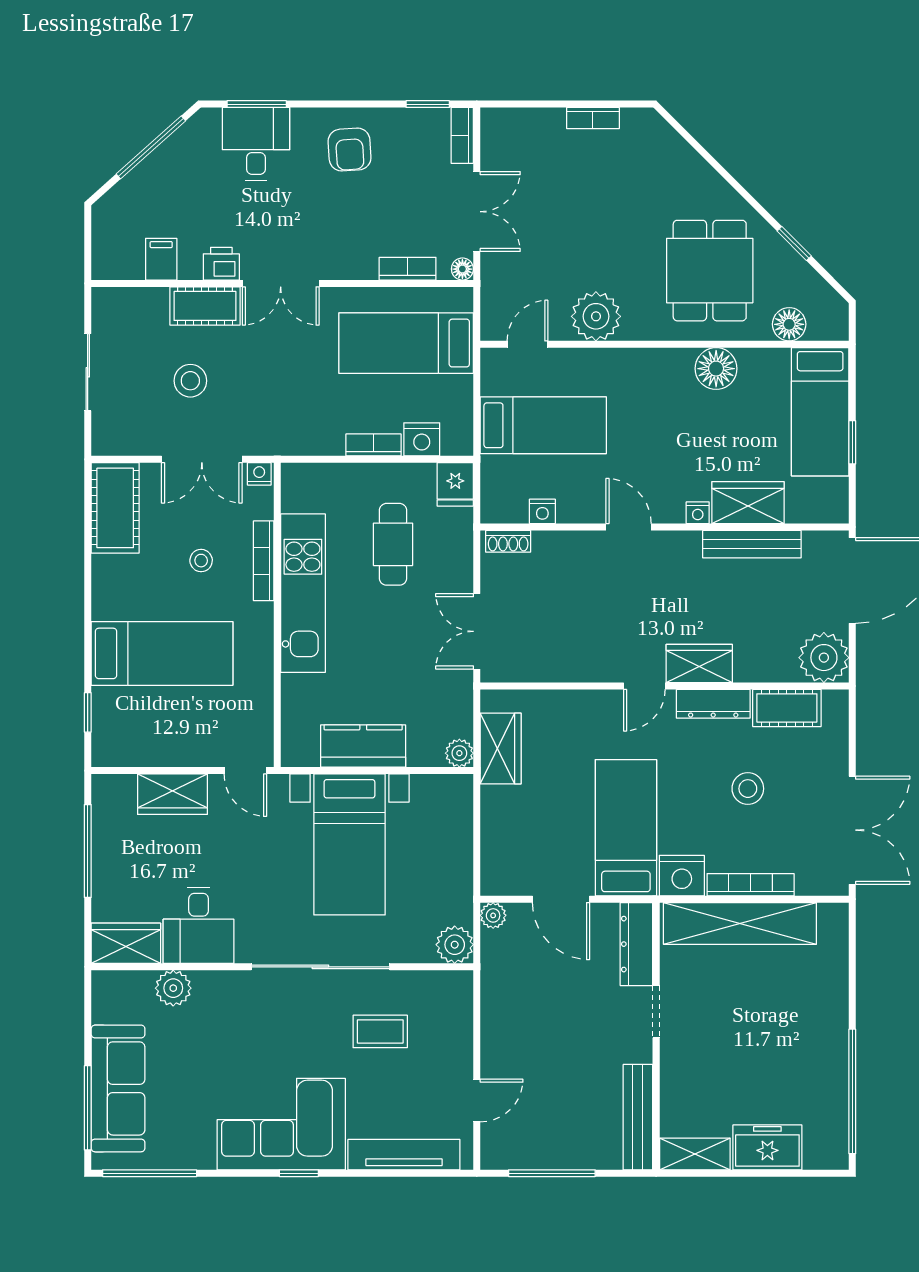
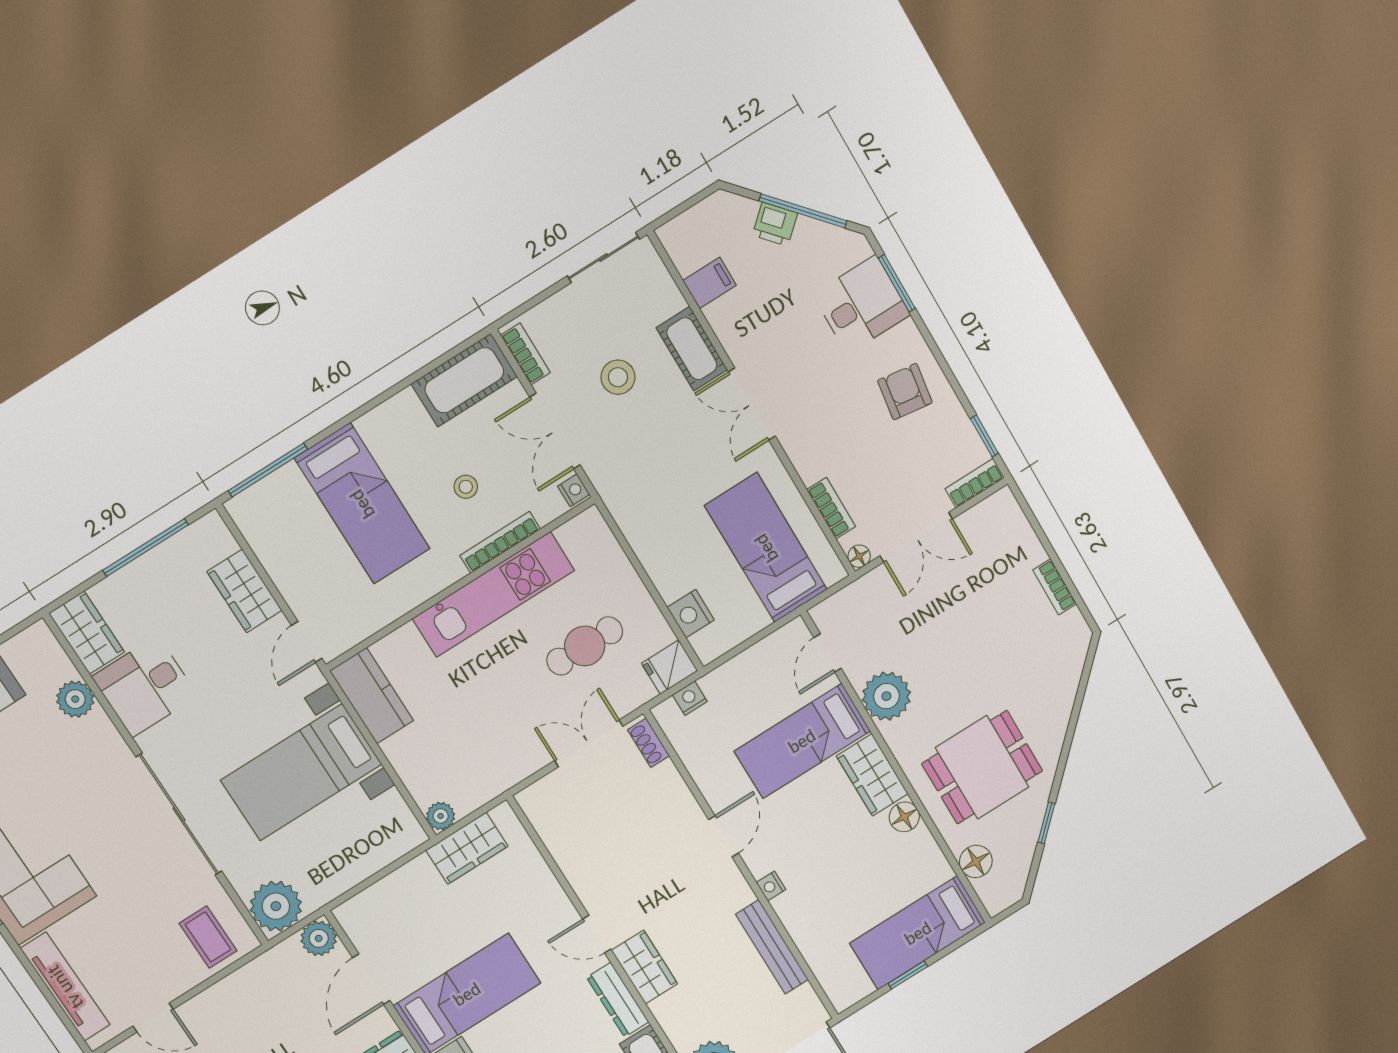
armchair: (350, 150) -> (905, 392), turned 102
printer: (221, 264) -> (775, 224), moved, turned 138
door: (527, 344) -> (828, 653), swing flipped
floor lamp: (716, 369) -> (904, 817), width x0.73, depth x0.73
sliding door: (88, 372) -> (603, 257), moved
bed: (543, 425) -> (802, 741), moved, turned 90
bookcase: (374, 445) -> (525, 354), moved
wardrobe: (748, 503) -> (872, 775), moved, turned 180
nightstand: (542, 511) -> (690, 698), moved, turned 90
double door: (477, 631) -> (589, 743), moved
window: (88, 712) -> (268, 470), width x2.17
kitchen counter: (363, 746) -> (372, 696), moved
plant: (493, 915) -> (319, 938), width x1.38, depth x1.38
plant: (455, 945) -> (276, 906), width x1.36, depth x1.36
coffee table: (380, 1031) -> (208, 937), moved

